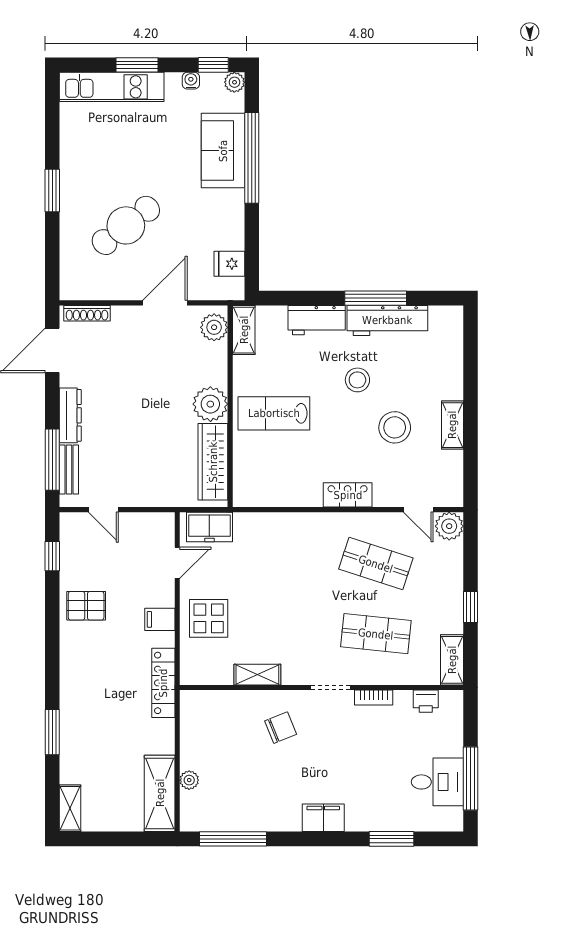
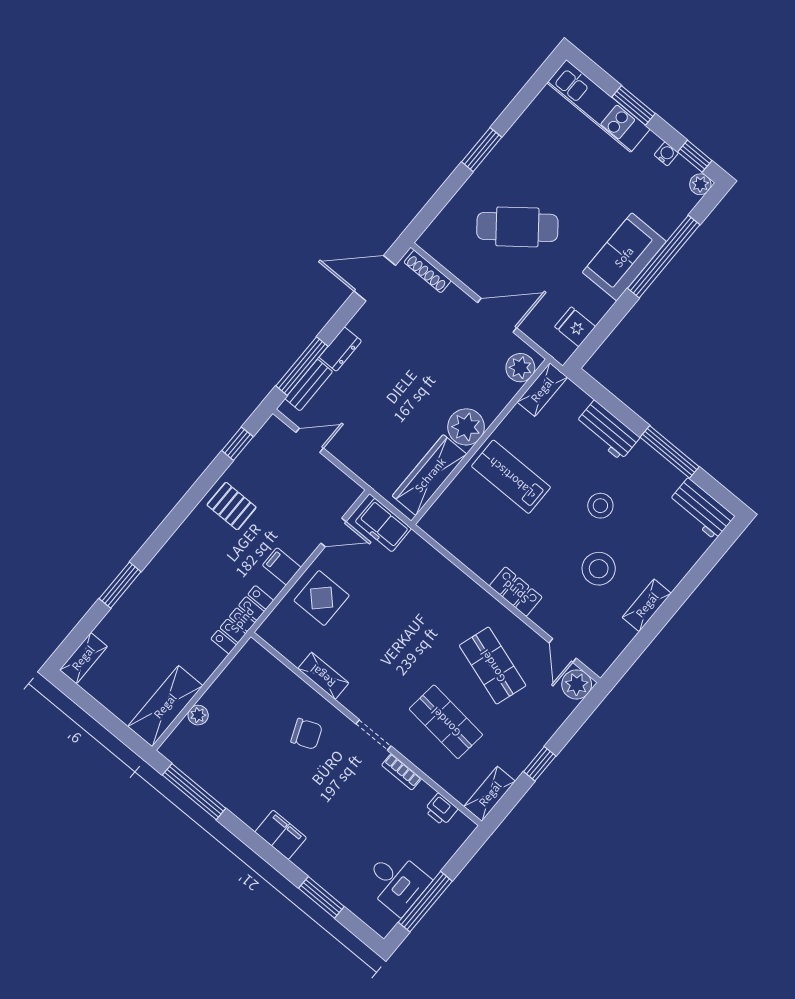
sofa: (223, 151) -> (624, 257), moved
workbench: (387, 320) -> (702, 509), moved, width x0.73
dresser: (70, 415) -> (340, 349), width x0.70
door: (103, 510) -> (310, 440), swing flipped

